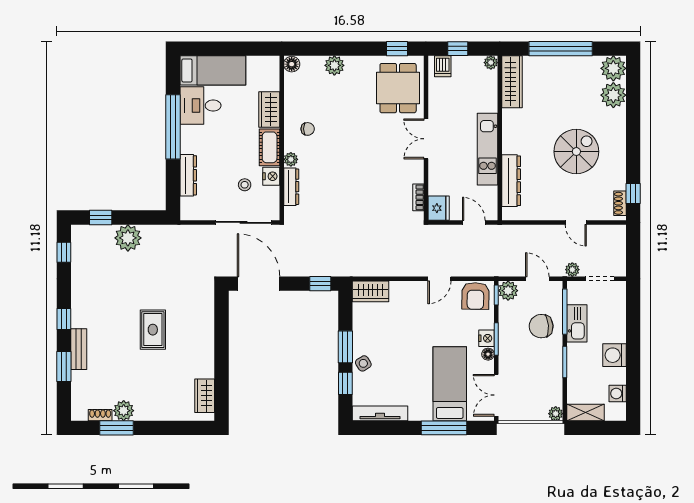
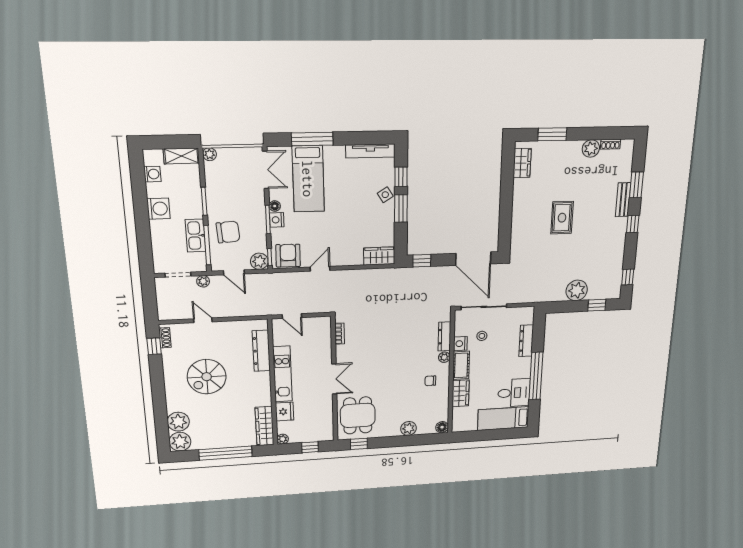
dishwasher: (443, 66) -> (322, 434), removed
fridge: (439, 208) -> (284, 412), moved, turned 180
window: (117, 428) -> (552, 134), moved

